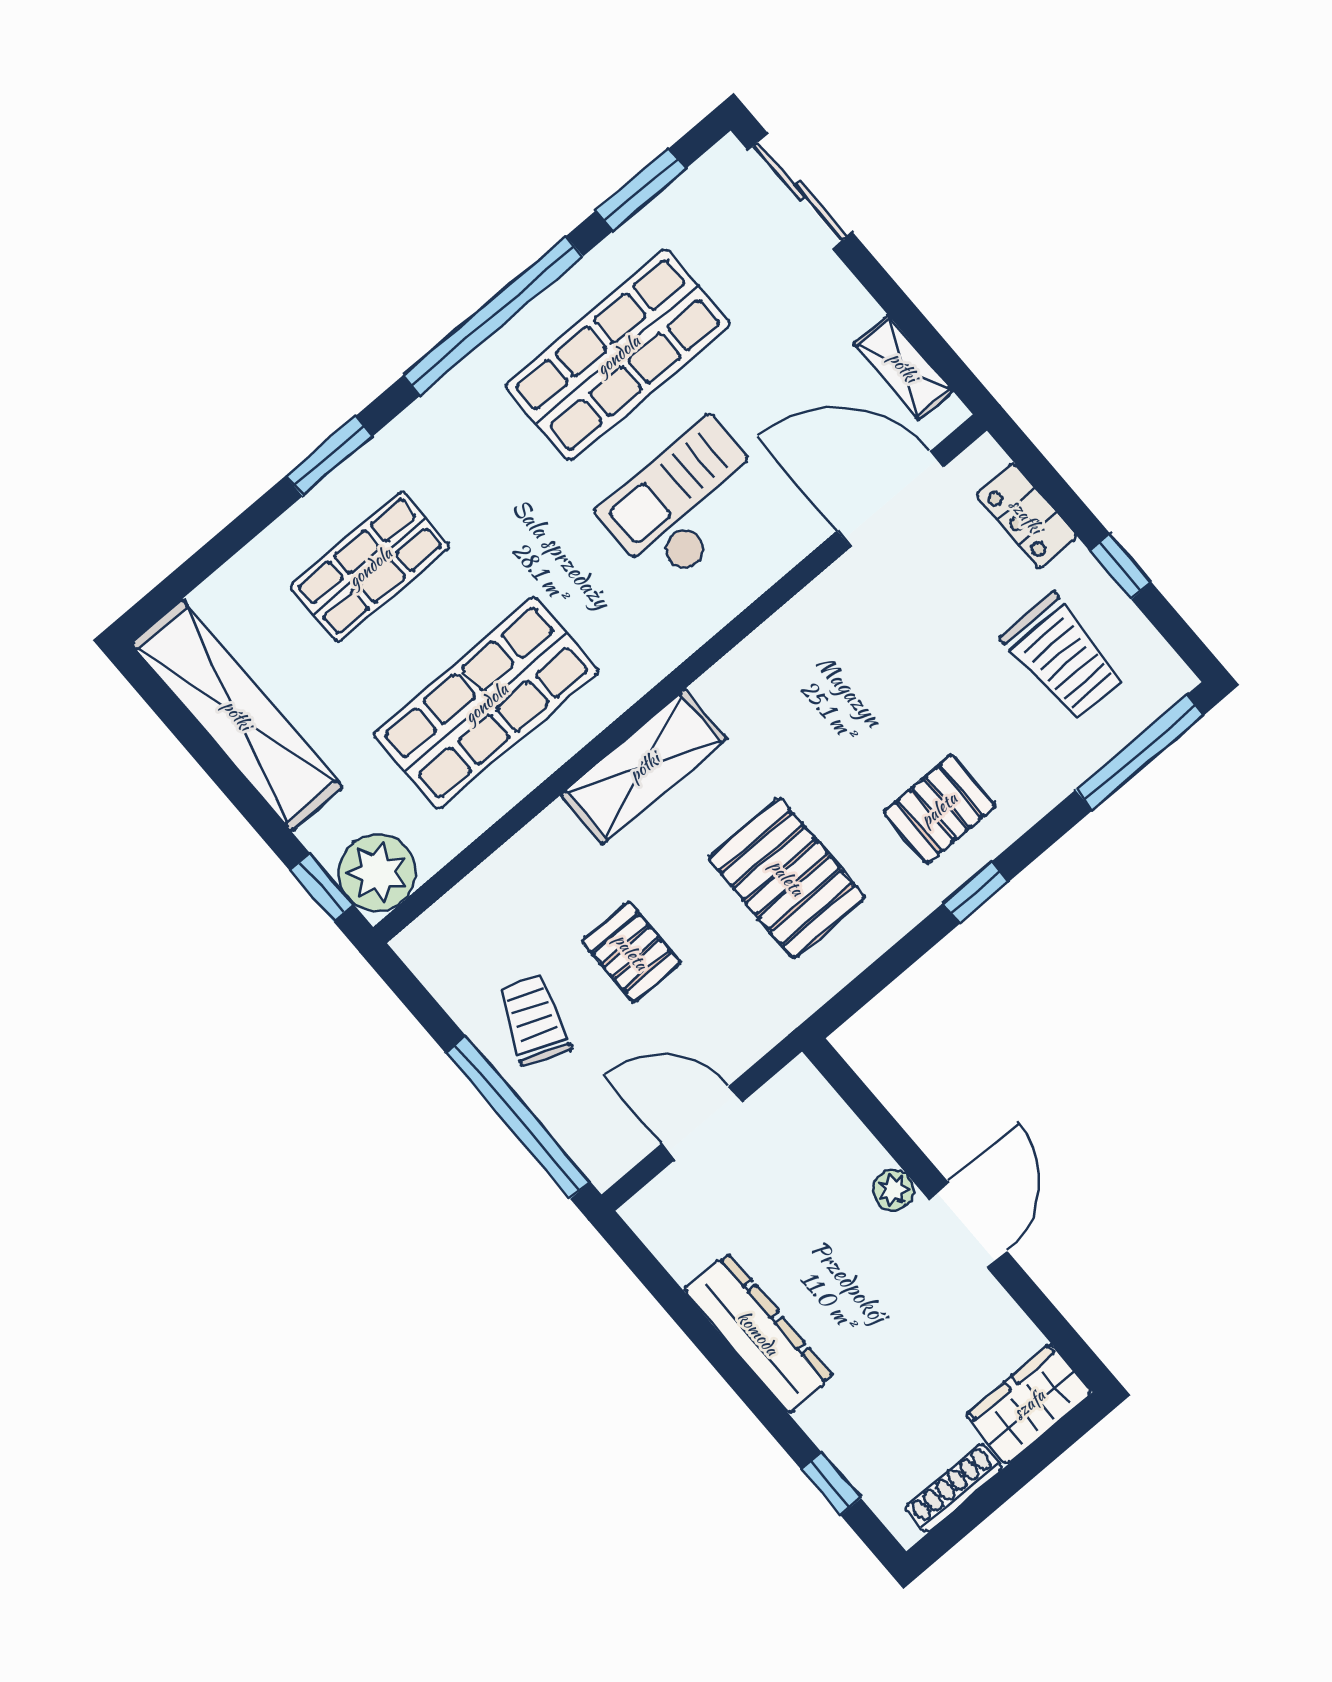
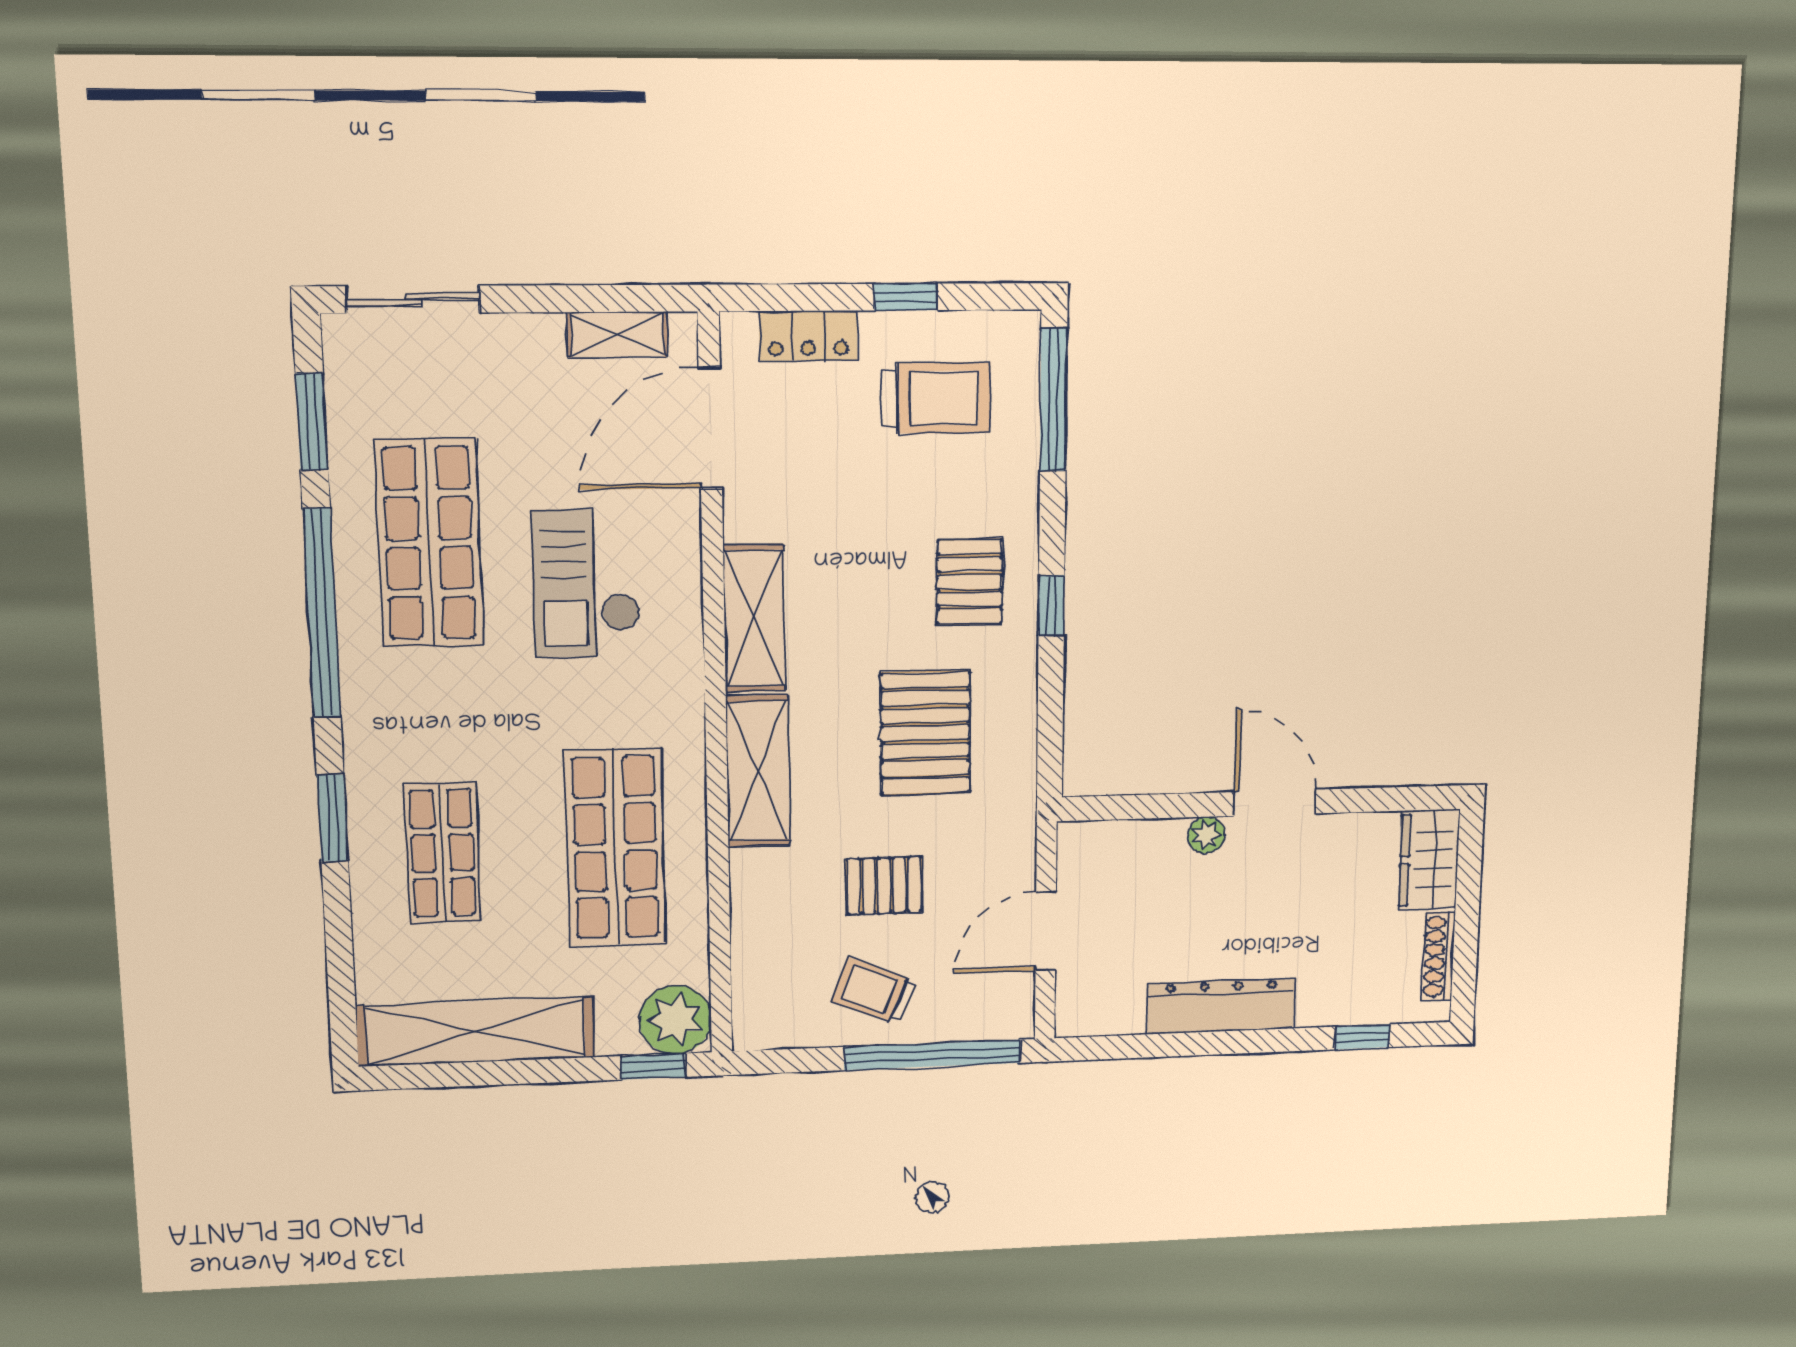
shelving: (767, 659) -> (754, 618), added
pallet: (787, 878) -> (925, 733), turned 90

